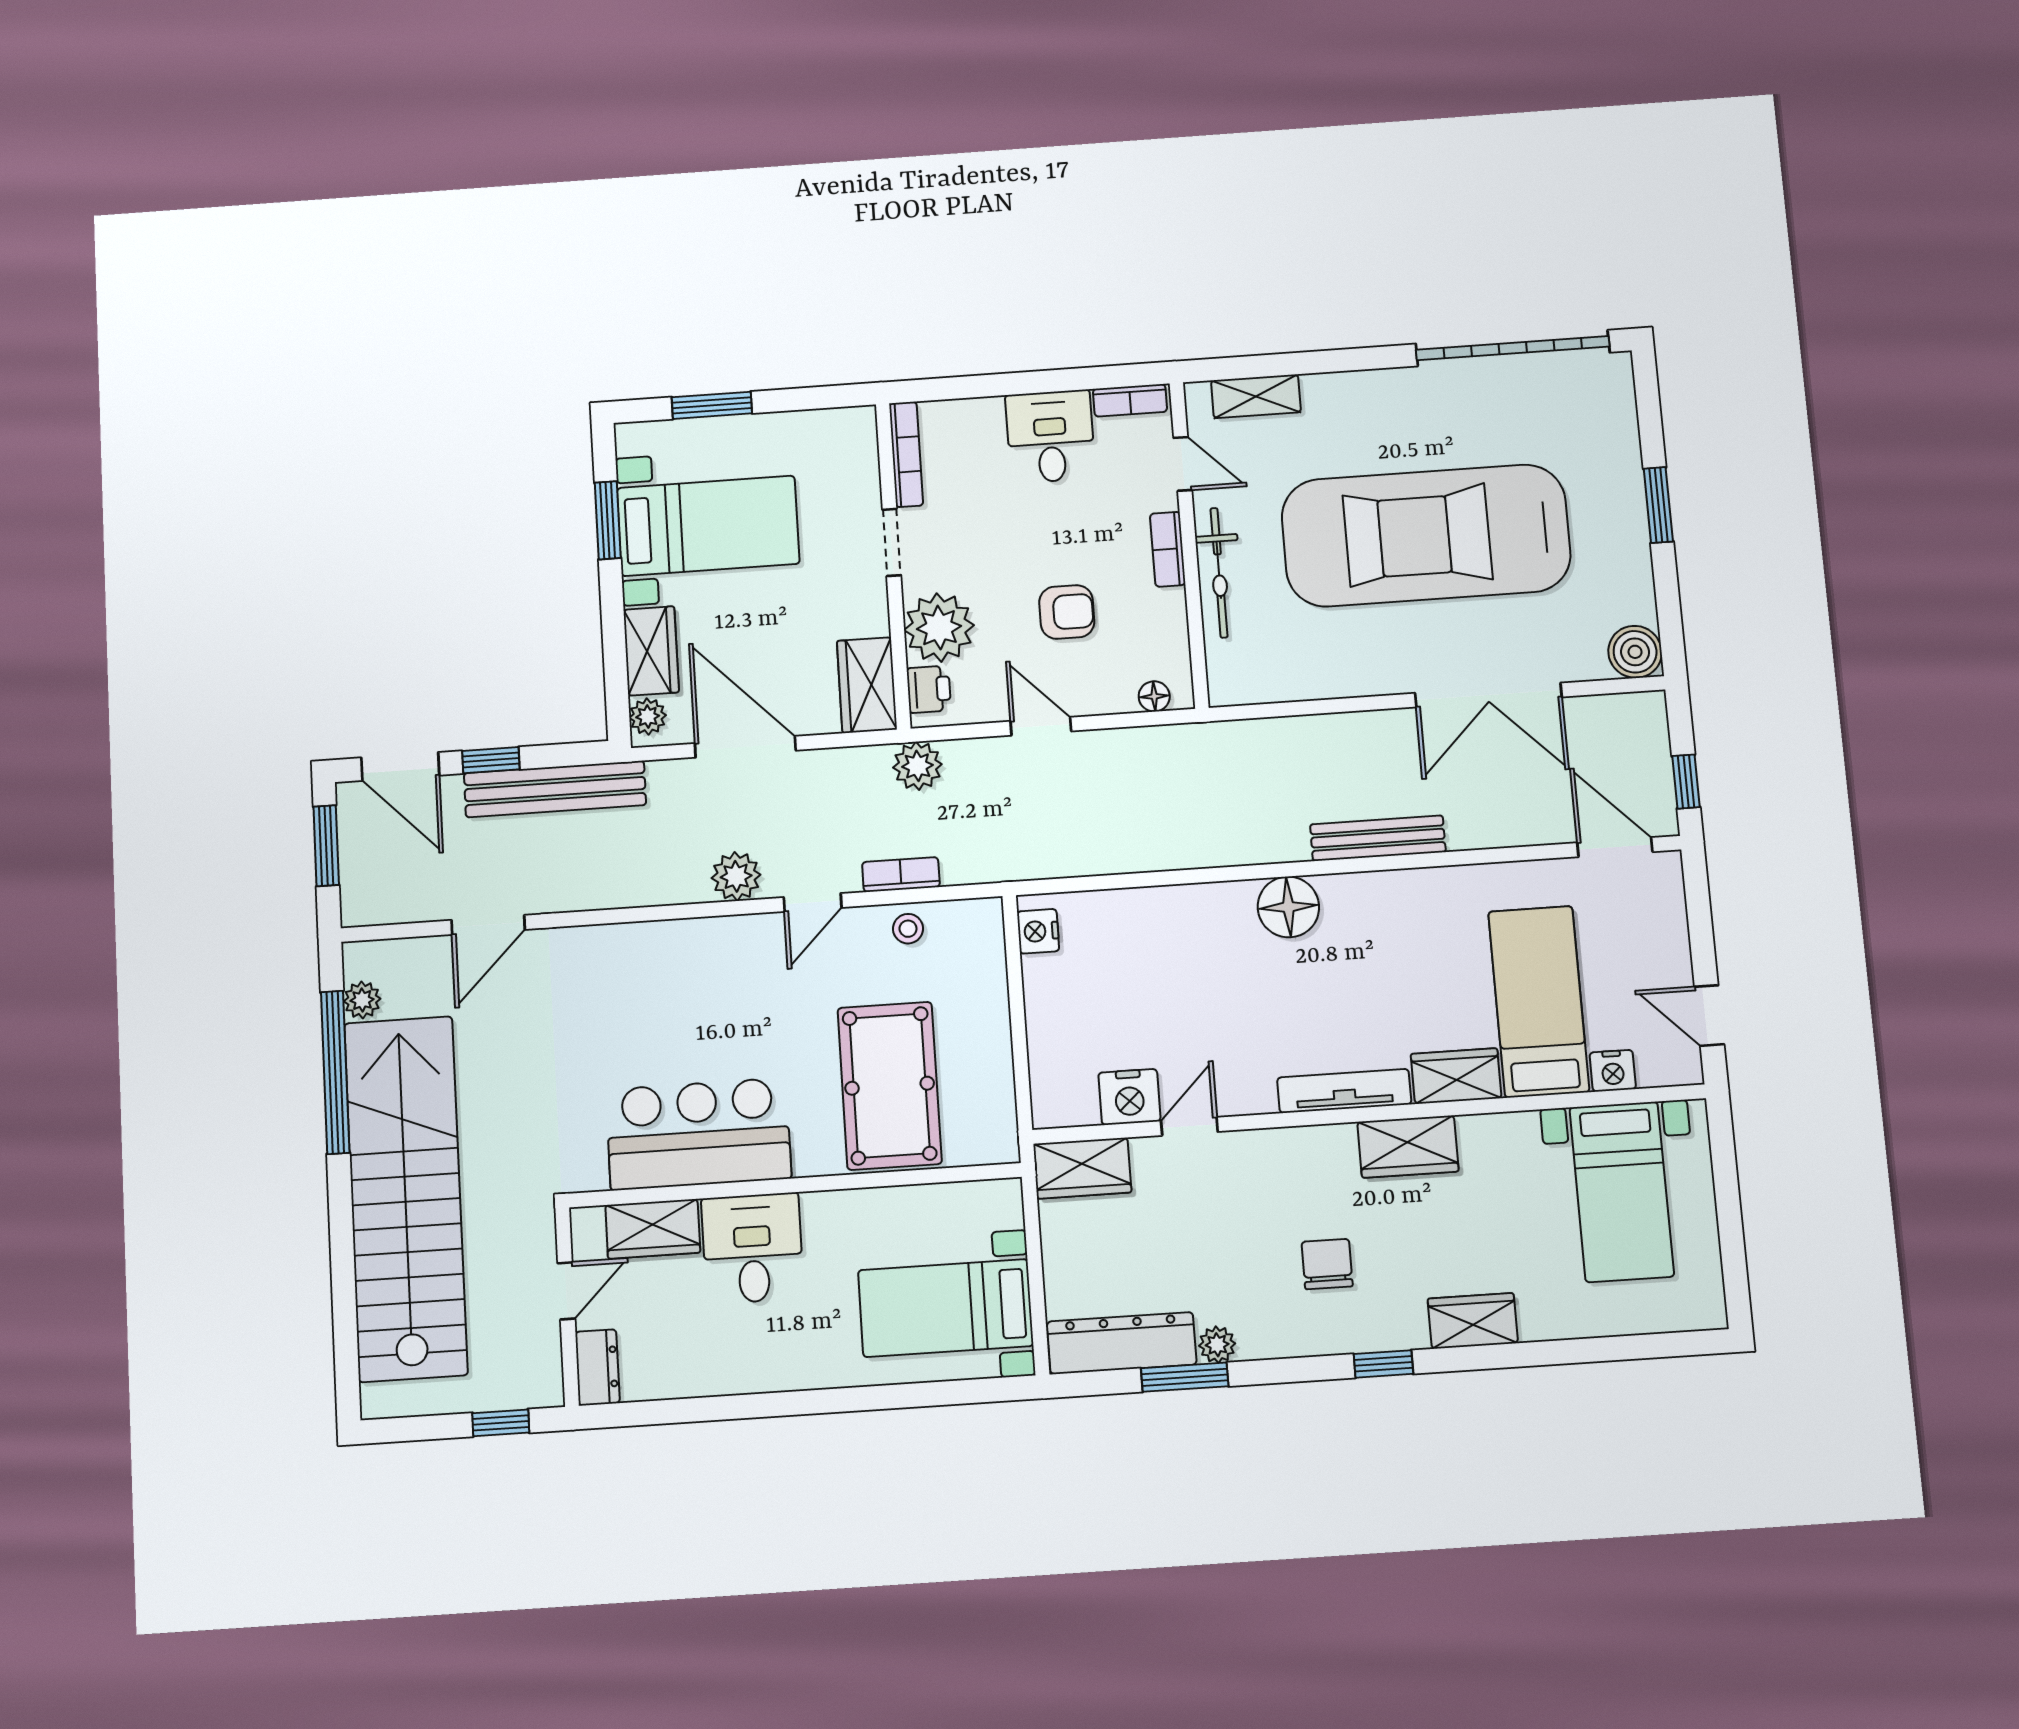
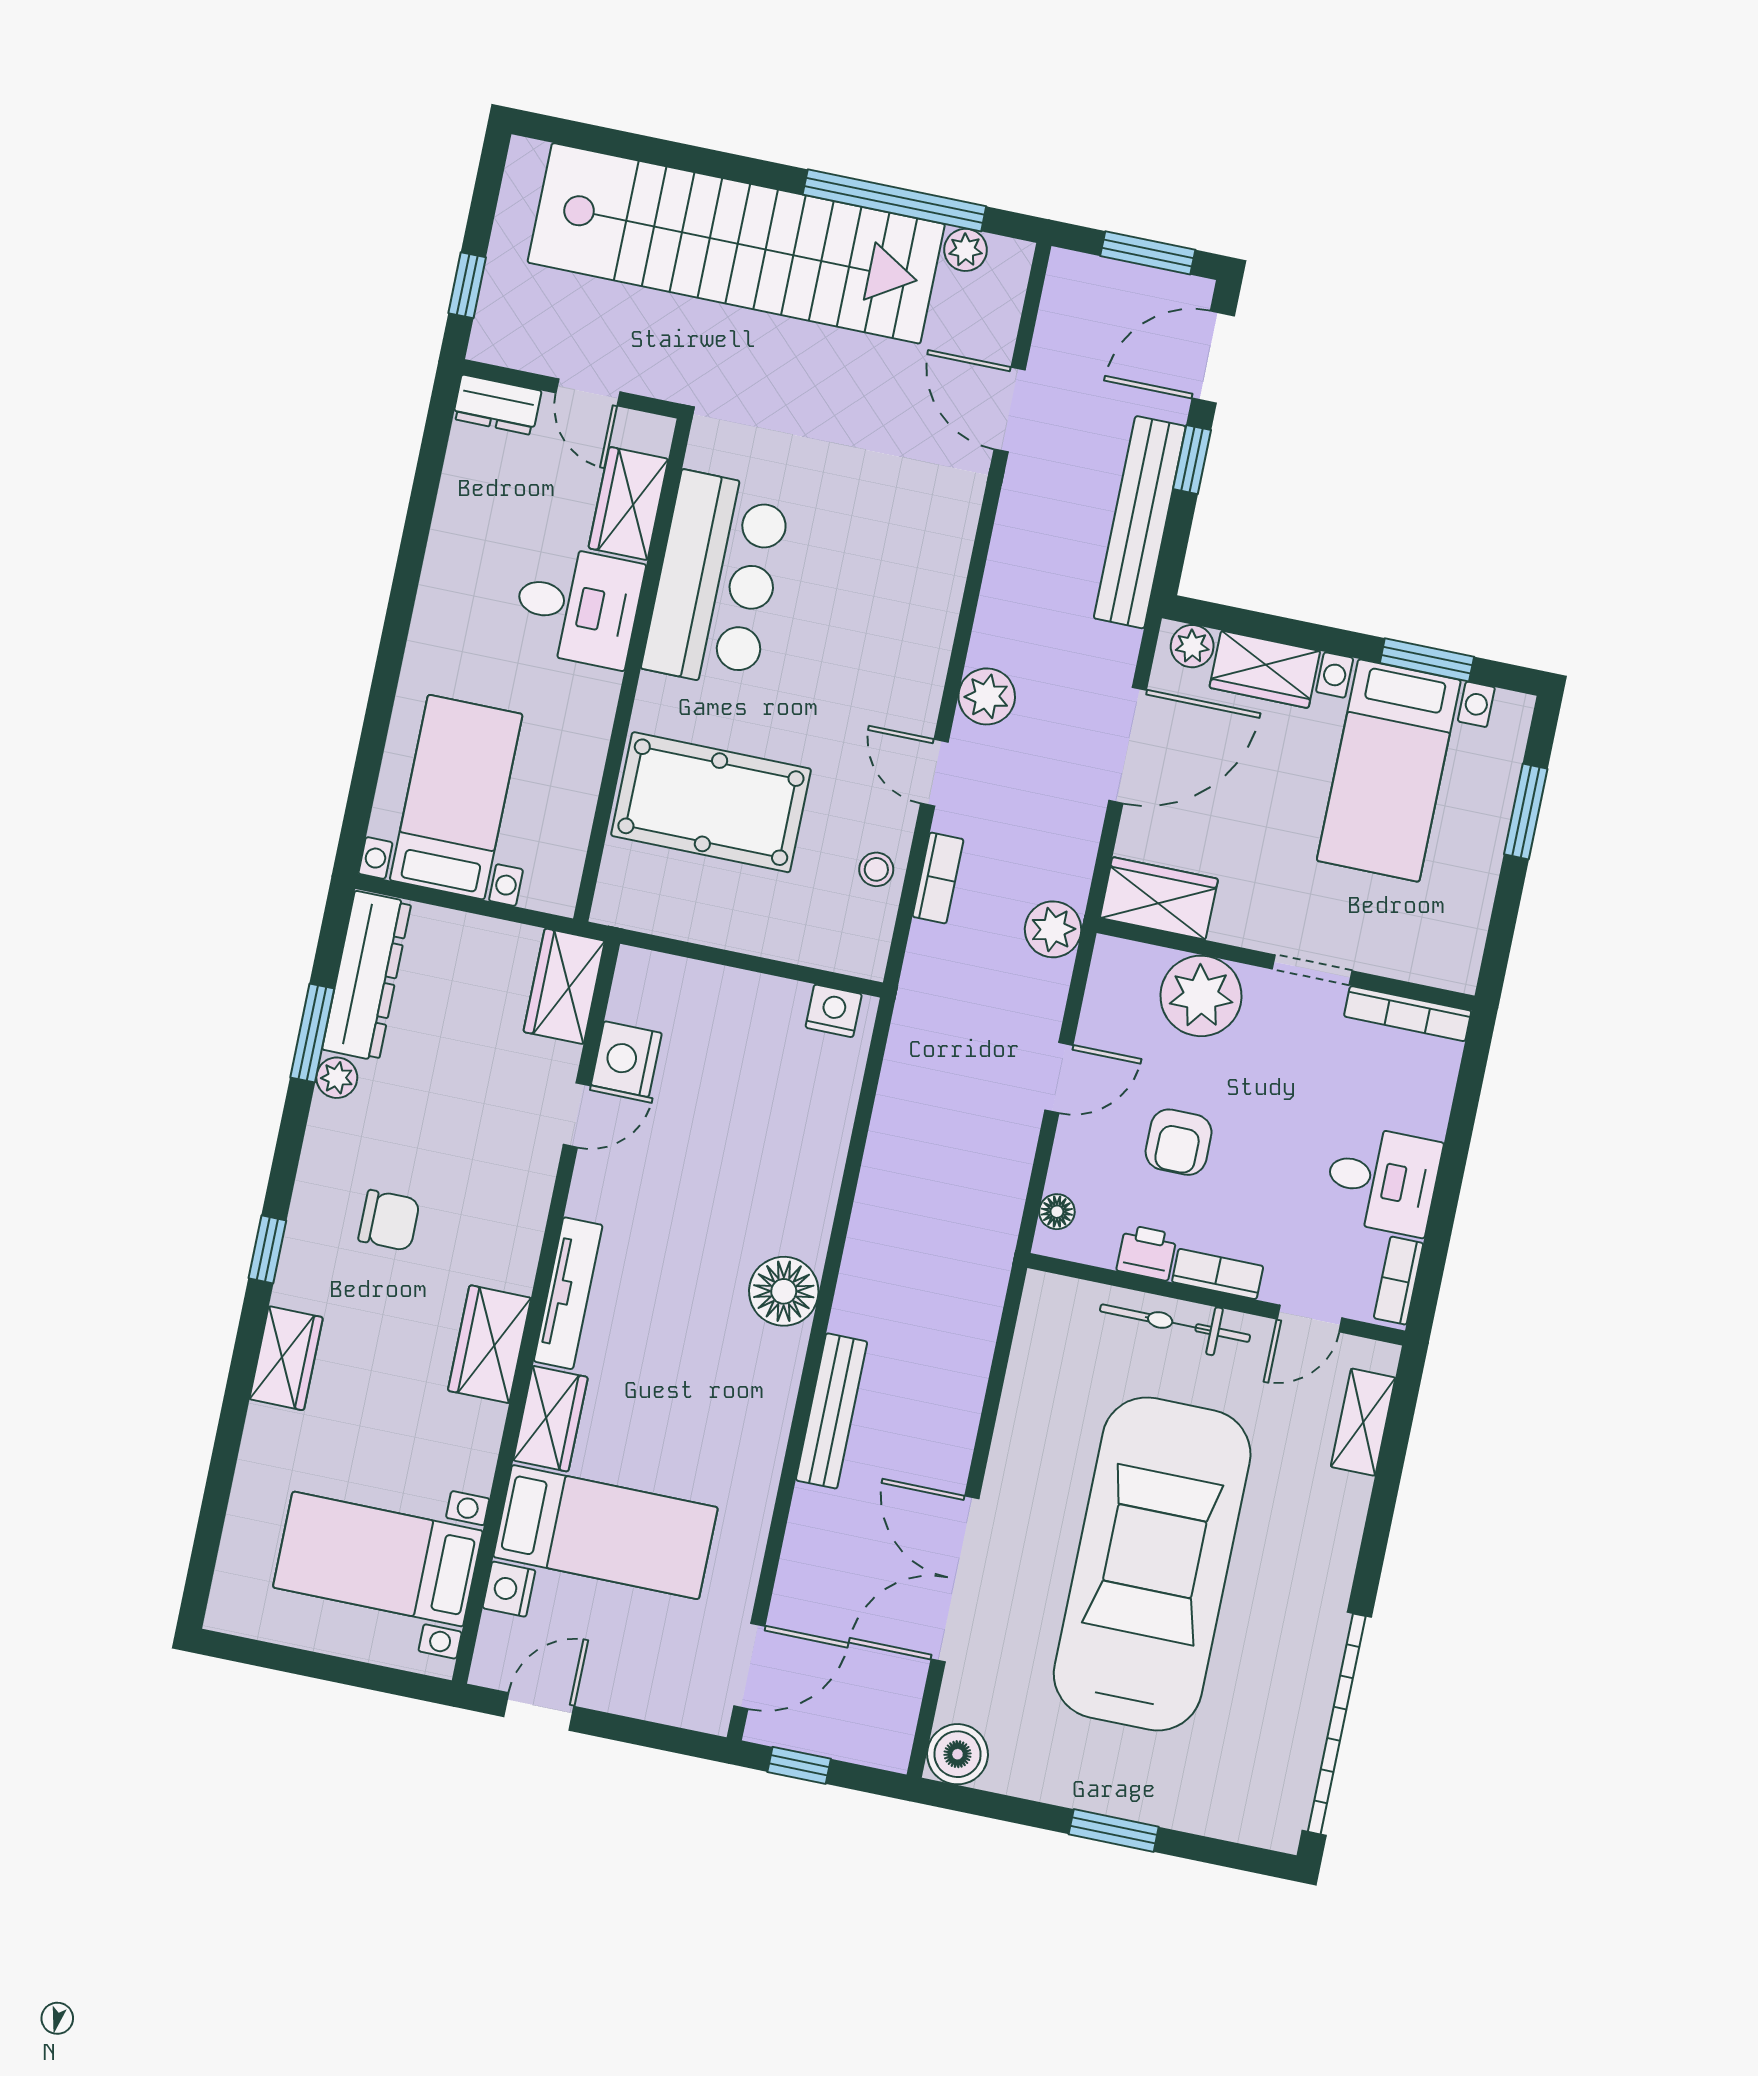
printer: (929, 689) -> (1147, 1253), moved, turned 180
door: (1189, 1126) -> (577, 1115), hinge flipped

